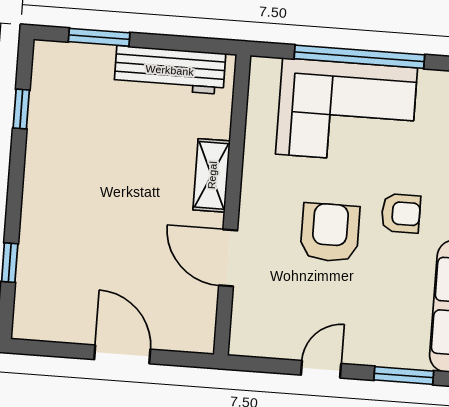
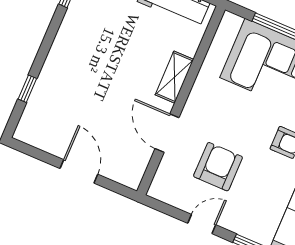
armchair: (330, 233) -> (218, 167), moved

